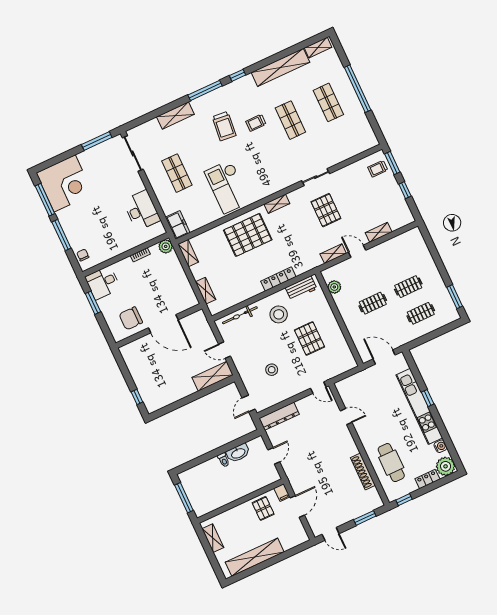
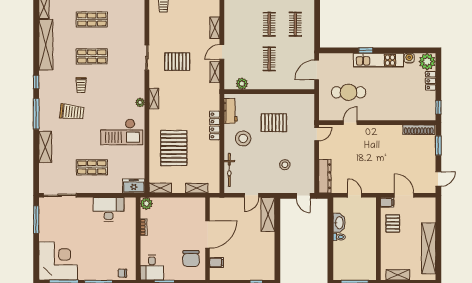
plant: (266, 192) -> (140, 102), added
pallet: (248, 235) -> (174, 148), moved
filing cabinet: (139, 346) -> (217, 263), added
kitchen unit: (419, 406) -> (378, 60), width x0.73
cafe table: (391, 463) -> (349, 92), moved
shoe rack: (363, 471) -> (419, 130), moved
pallet: (263, 508) -> (393, 223), turned 90

